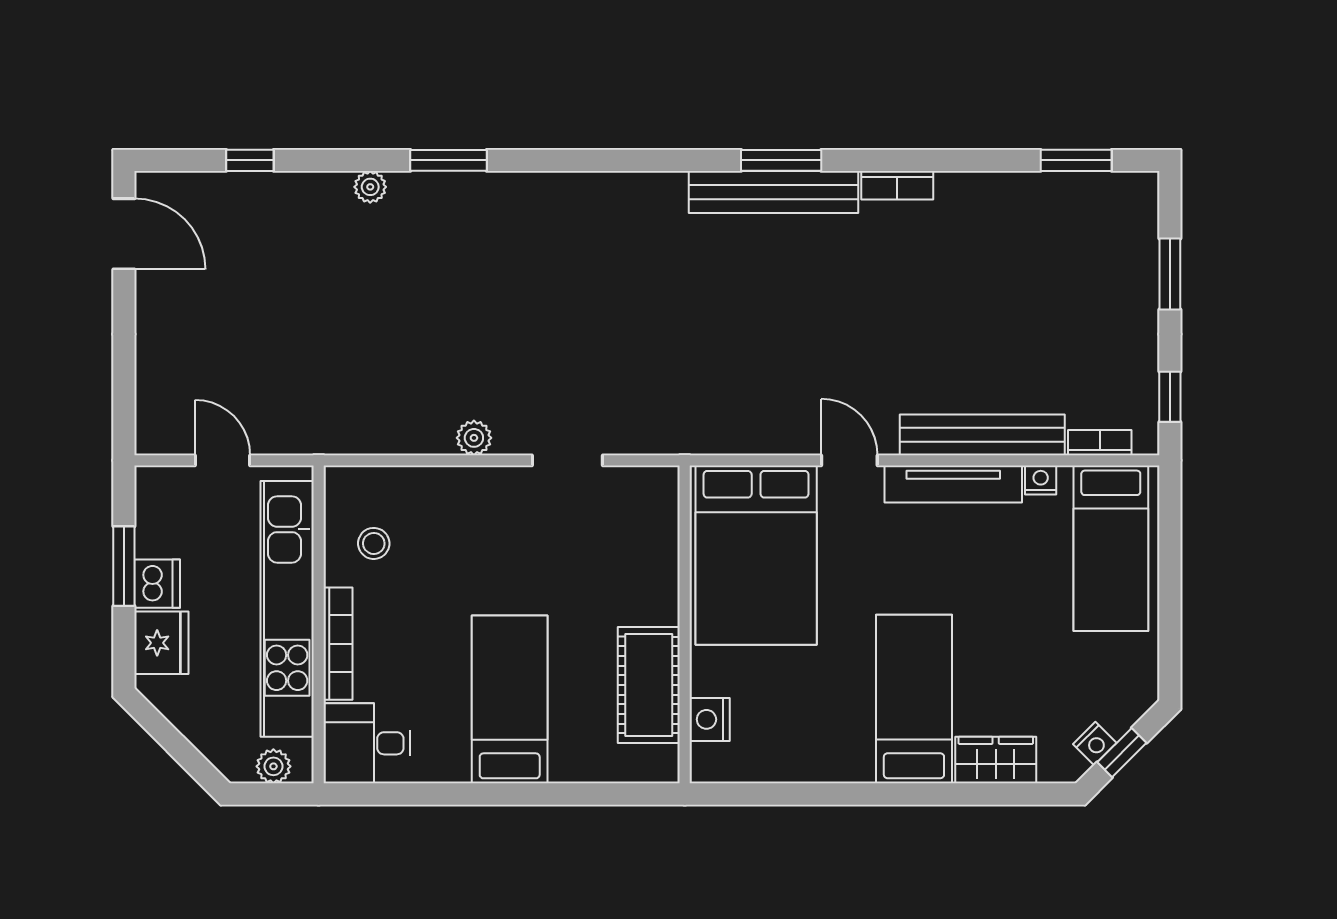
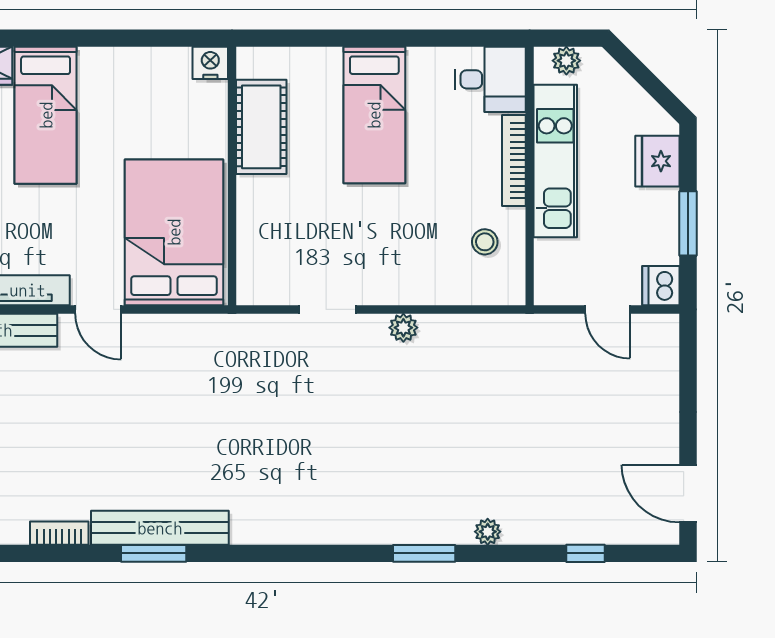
dishwasher: (157, 584) -> (661, 286), moved
kitchen unit: (287, 609) -> (555, 161), width x0.73
nightstand: (710, 719) -> (210, 63), moved, turned -90

